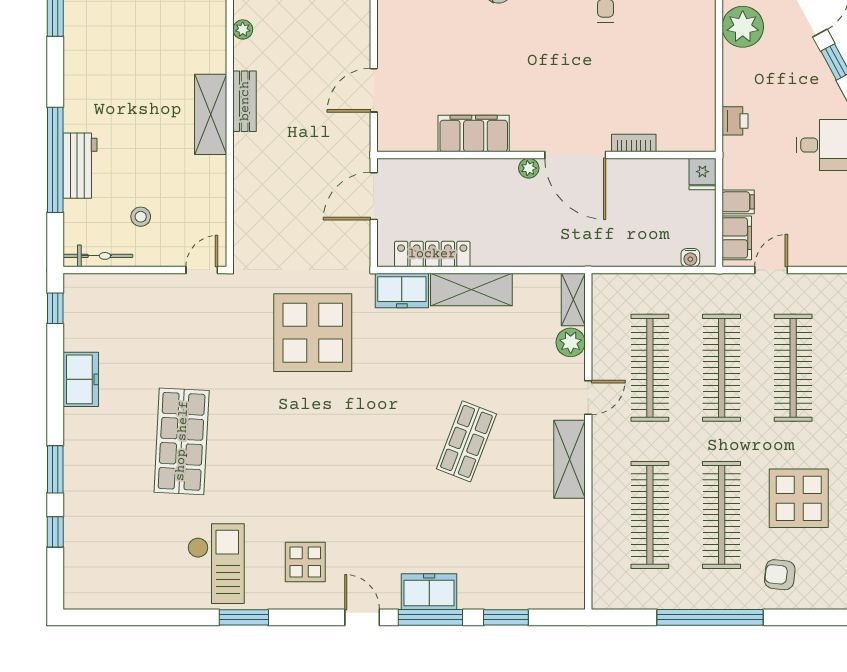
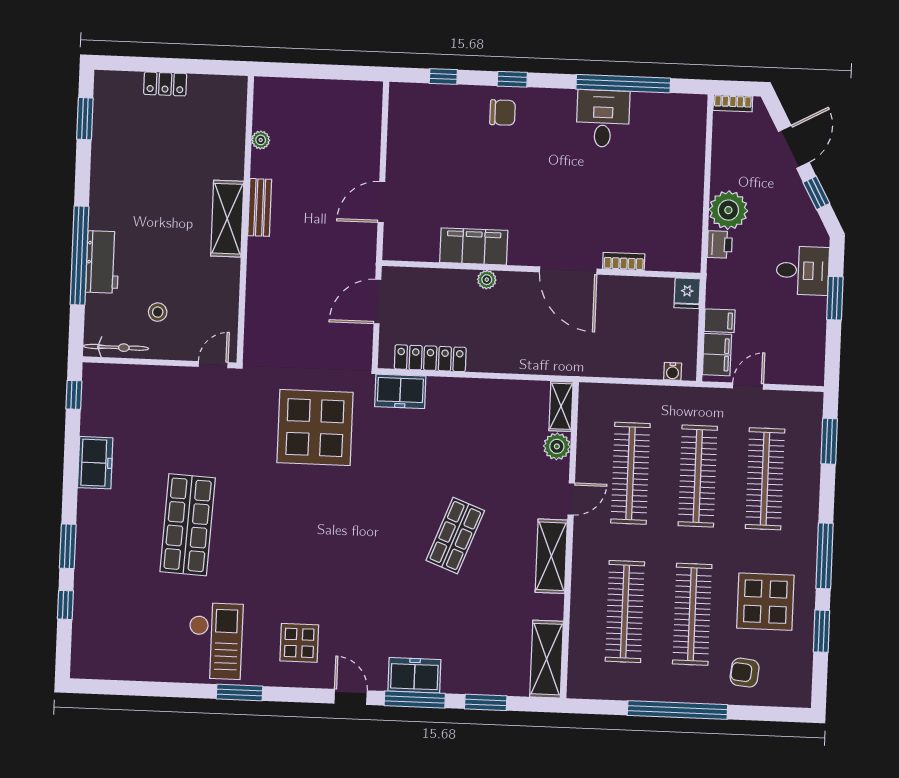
plant: (743, 27) -> (728, 210), moved
plant: (529, 168) -> (487, 280), moved
shelving: (471, 290) -> (547, 659), moved, turned 90

